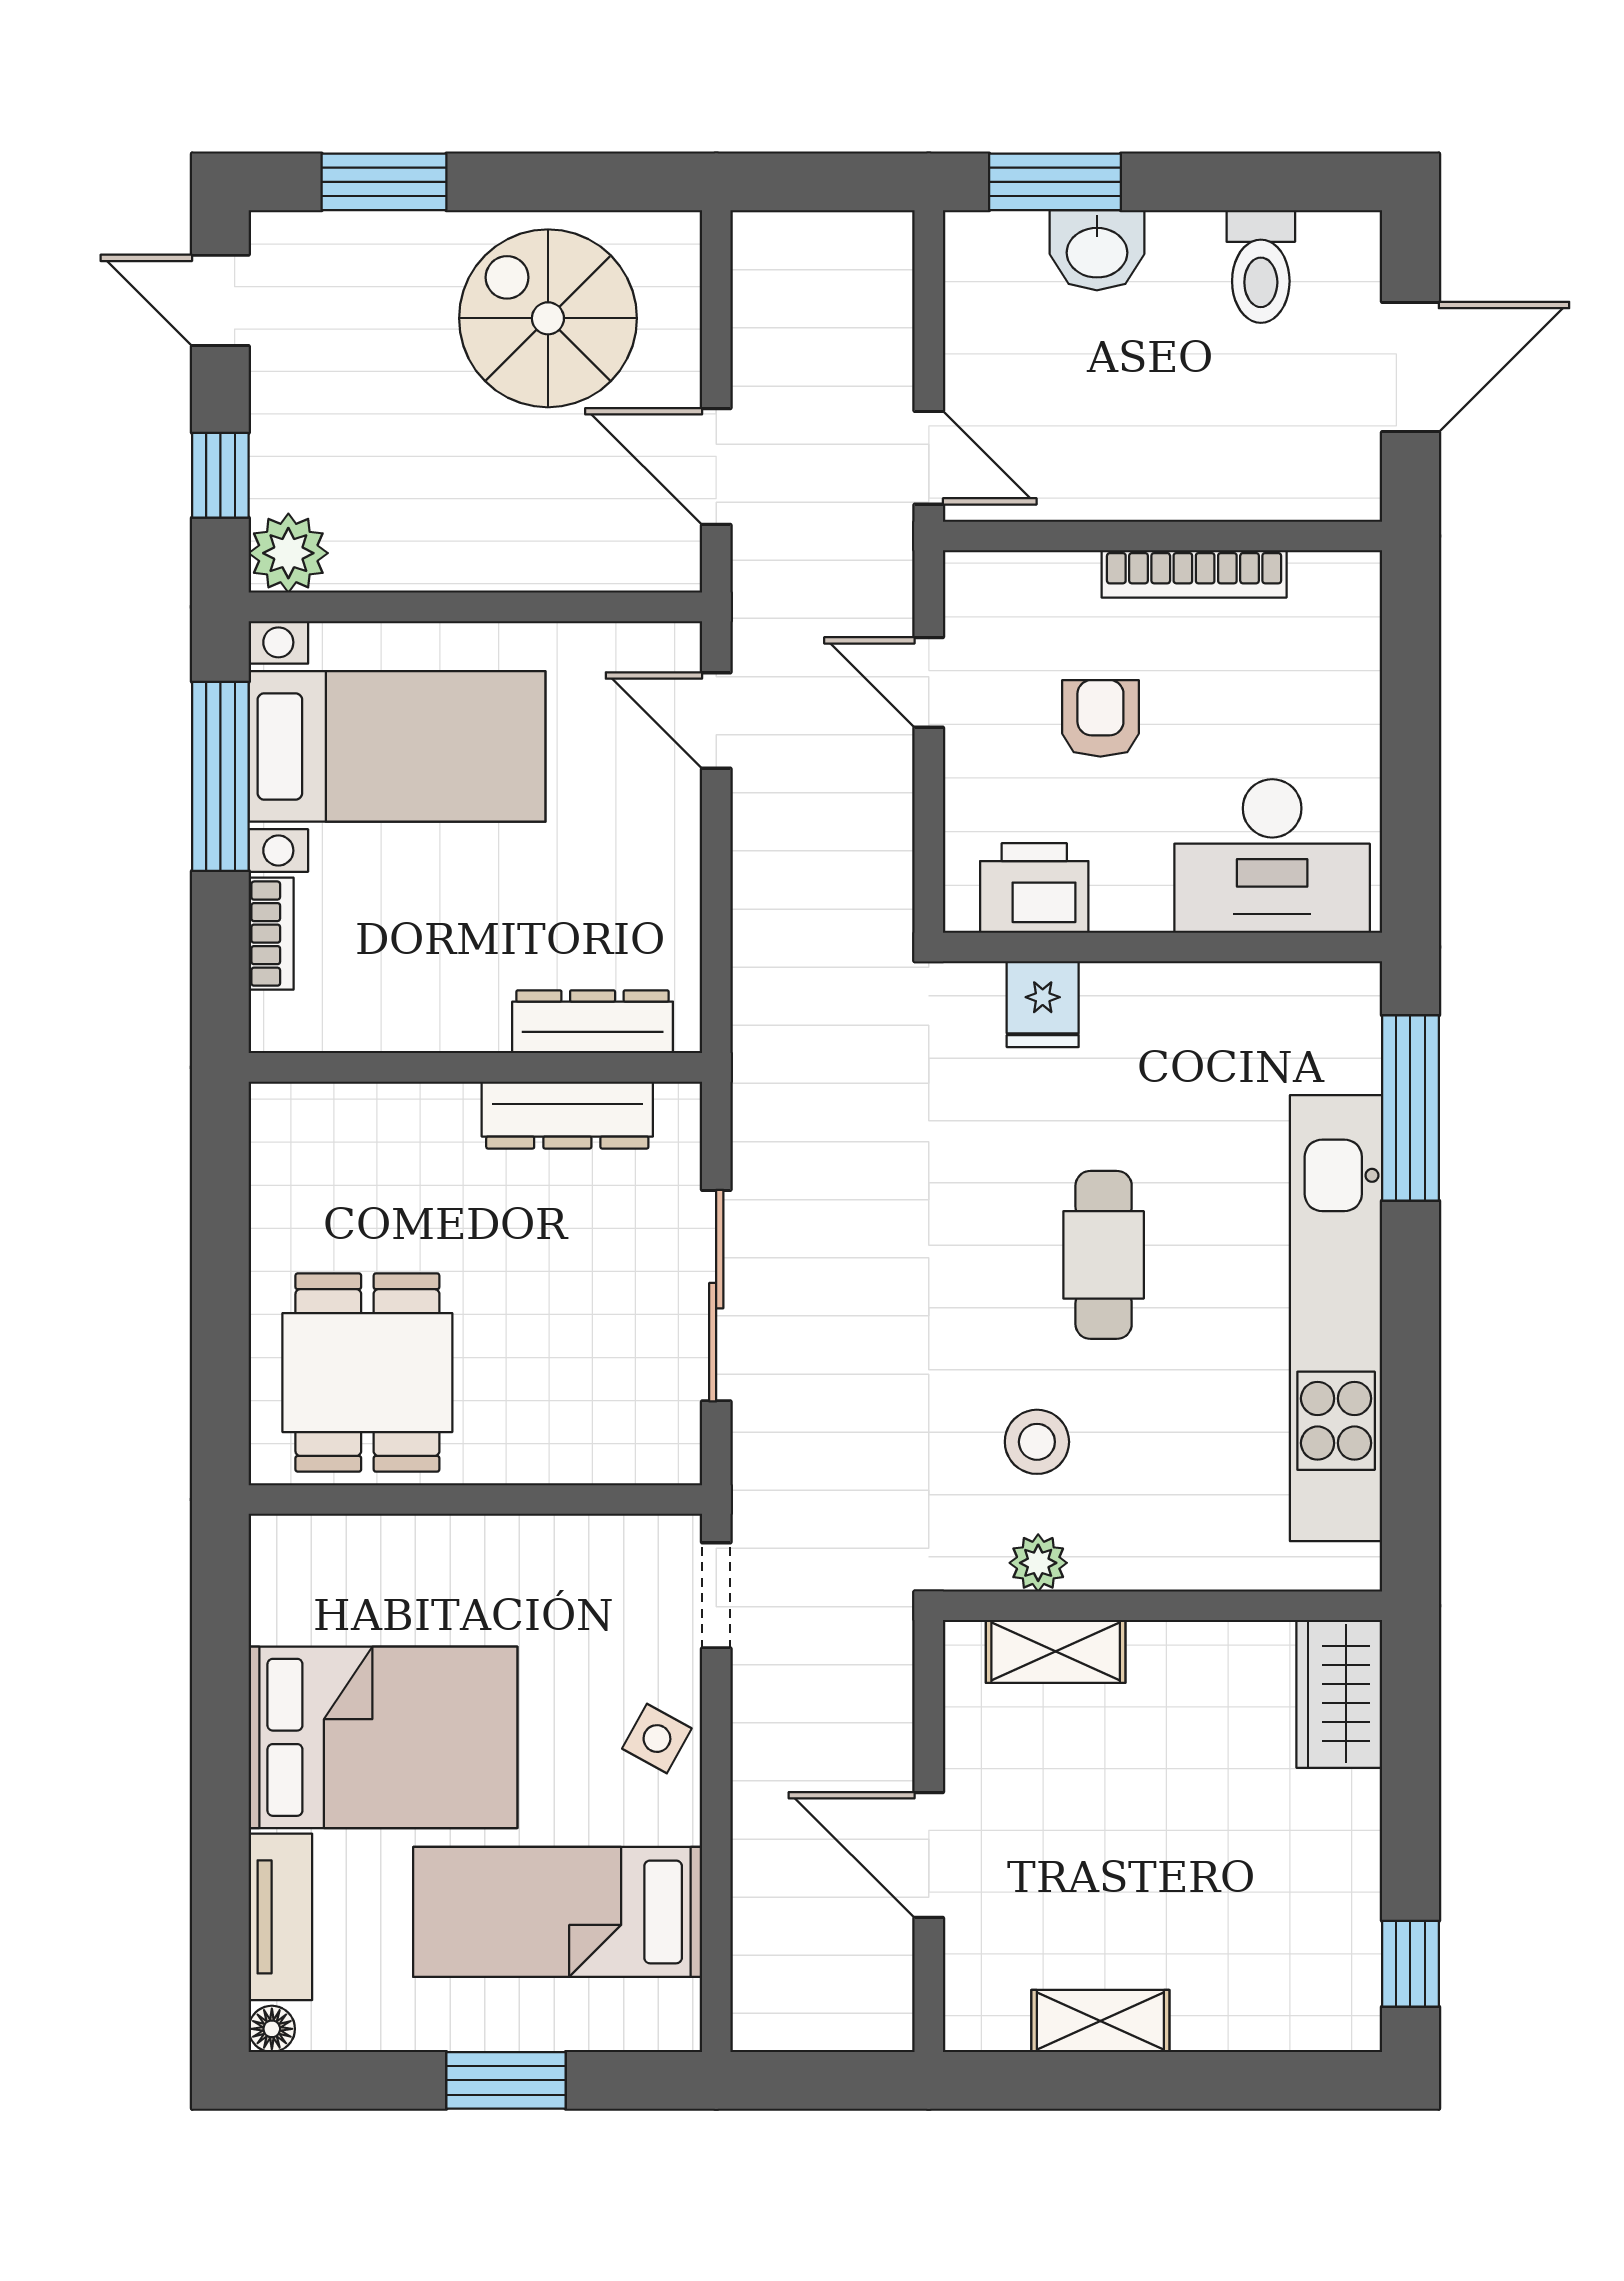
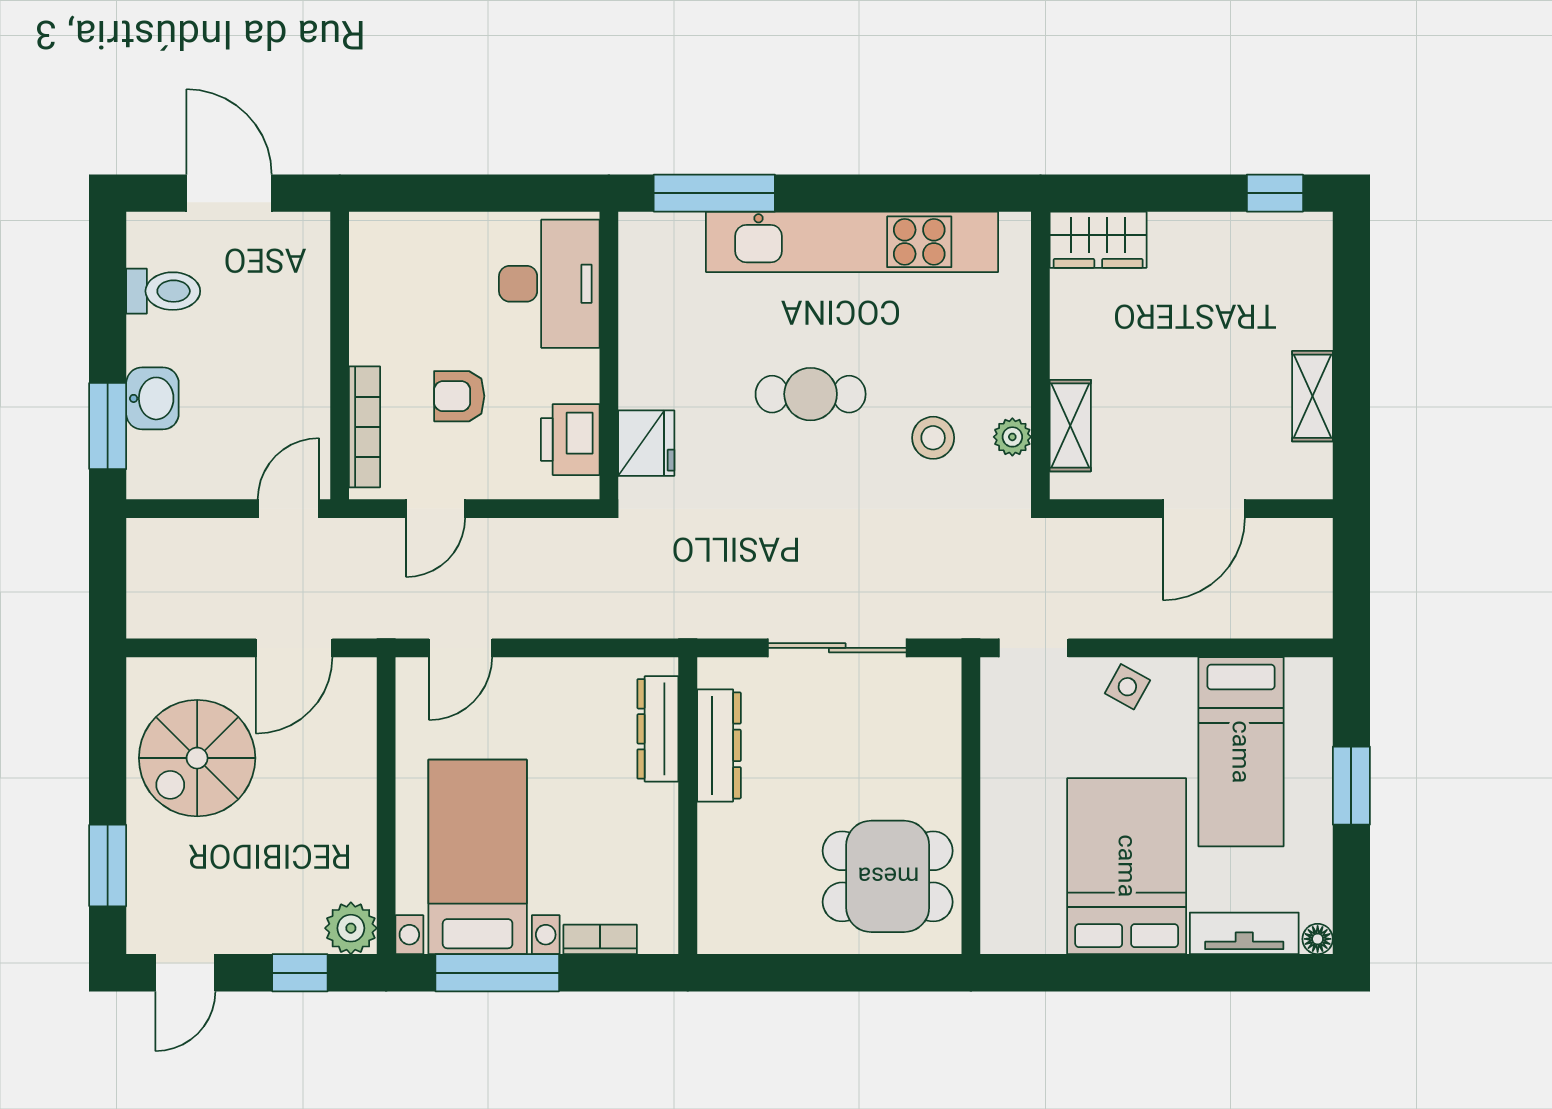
bookcase: (1194, 574) -> (365, 427), moved
fridge: (1043, 1004) -> (646, 443), width x1.38

